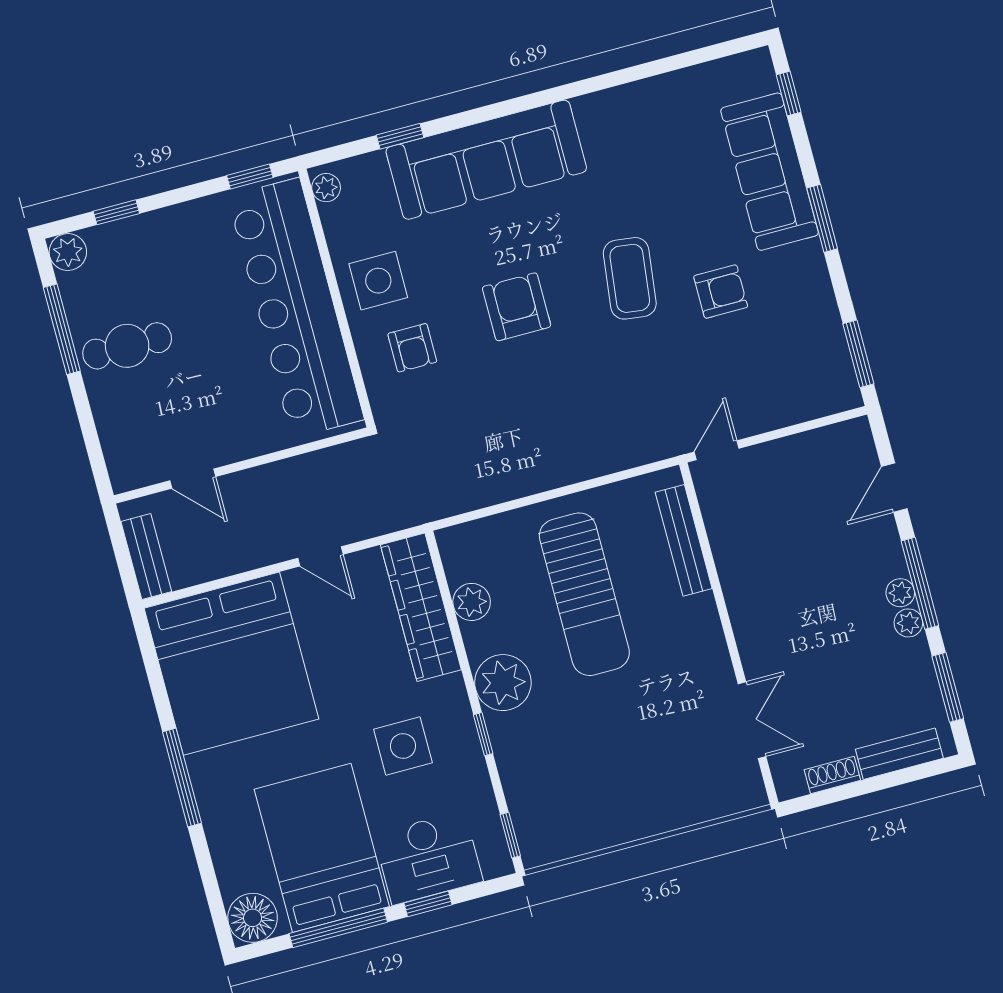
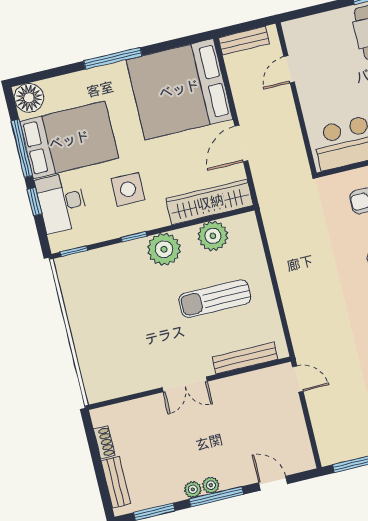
door: (320, 556) -> (241, 144), width x1.38
sun lounger: (584, 594) -> (215, 299), width x0.73, depth x0.75
plant: (472, 602) -> (213, 236), width x1.36, depth x1.36
double door: (752, 720) -> (185, 384), moved

